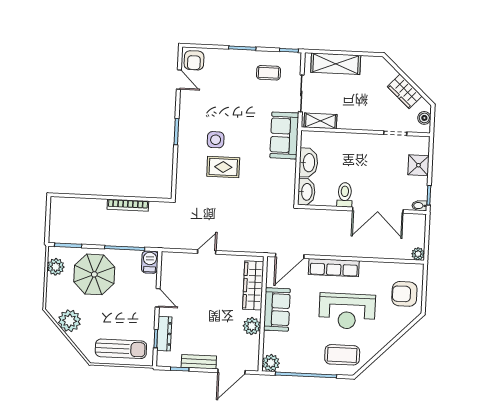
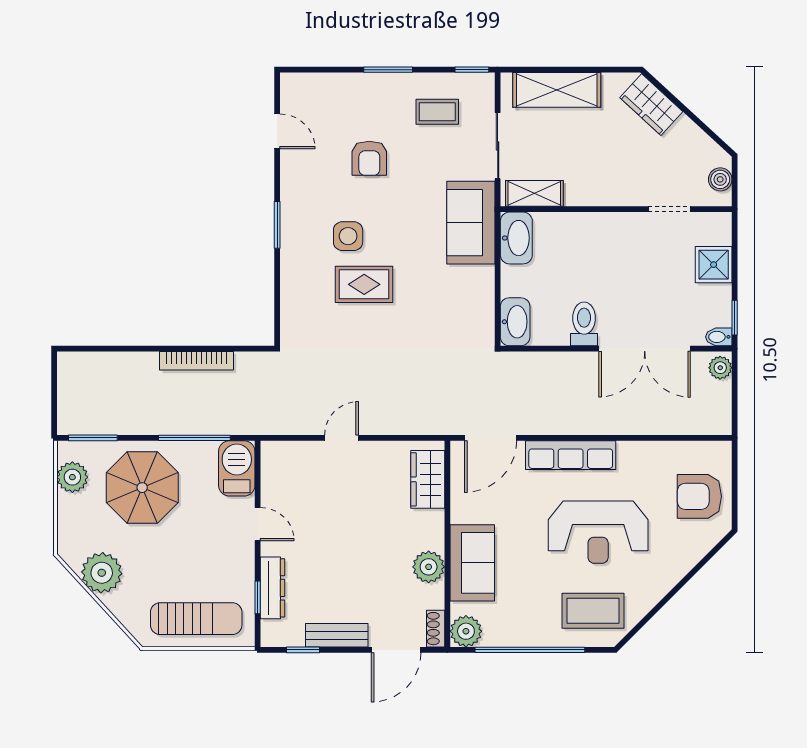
armchair: (194, 60) -> (369, 158), moved
wardrobe: (405, 91) -> (651, 105), moved
washbasin: (308, 163) -> (516, 238), moved
plant: (418, 254) -> (720, 368), moved
barbecue: (150, 262) -> (237, 468), width x1.38, depth x1.27
wardrobe: (253, 285) -> (428, 479), width x0.67
sofa: (277, 309) -> (472, 563), moved
shoe rack: (254, 361) -> (436, 629), added

